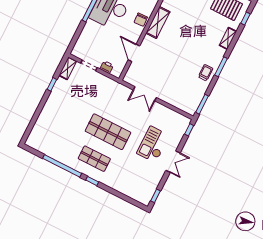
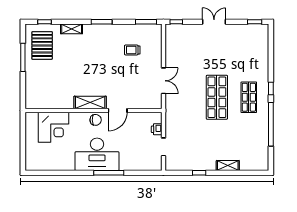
door: (134, 53) -> (118, 110), moved
shelving: (68, 68) -> (228, 165), moved
trolley: (206, 73) -> (132, 50), moved
checkout: (153, 144) -> (207, 49), removed

